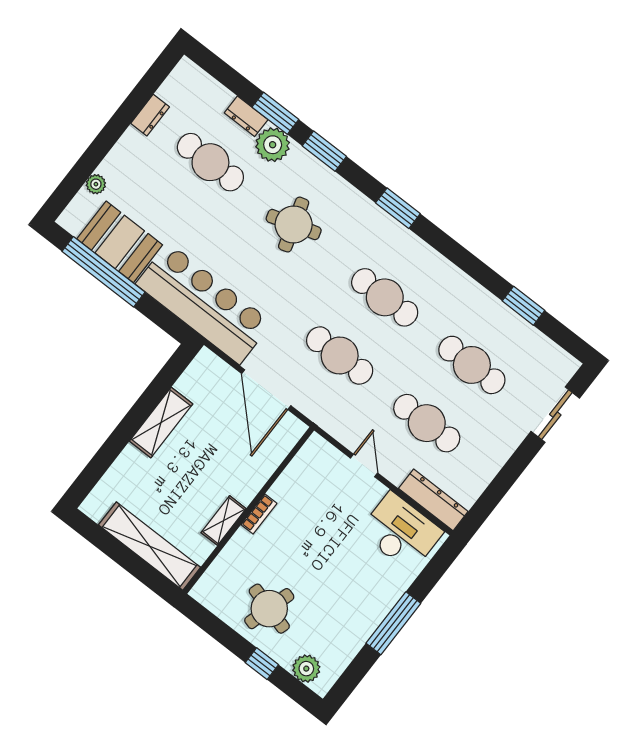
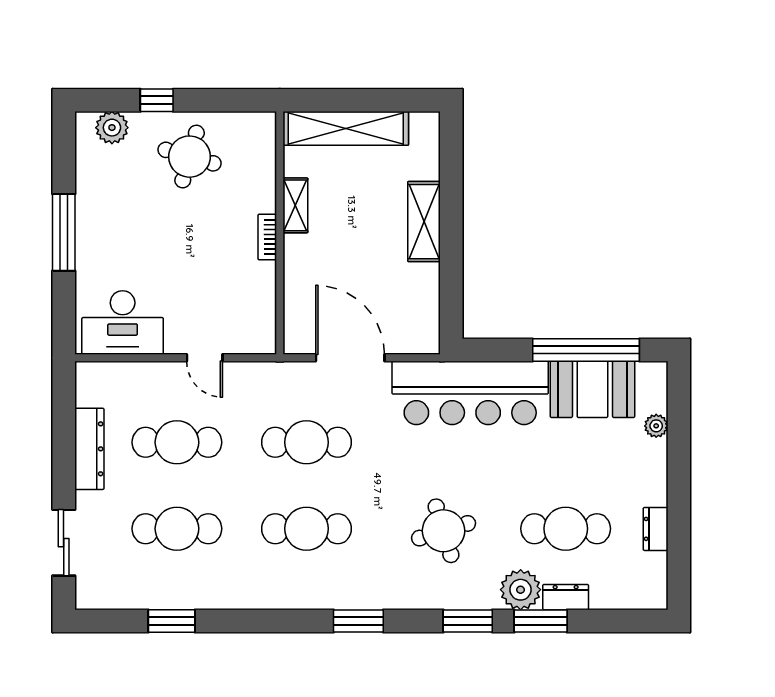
shelving: (161, 423) -> (424, 222), moved
dresser: (433, 500) -> (89, 449), moved, turned -90

